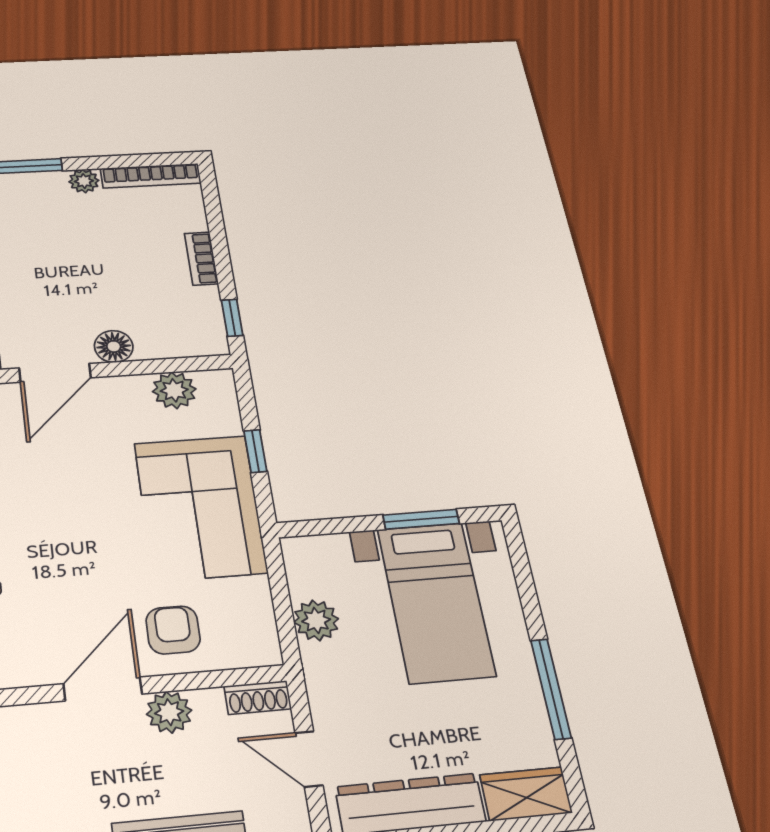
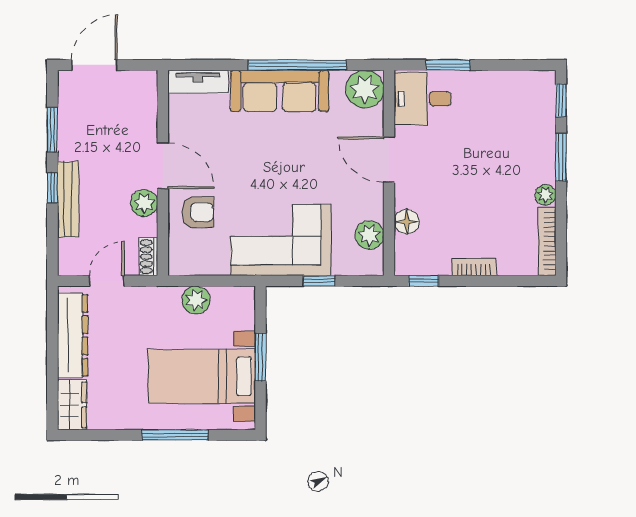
floor lamp: (114, 346) -> (407, 222), moved
window: (421, 519) -> (260, 357), moved
window: (551, 689) -> (175, 435), moved

